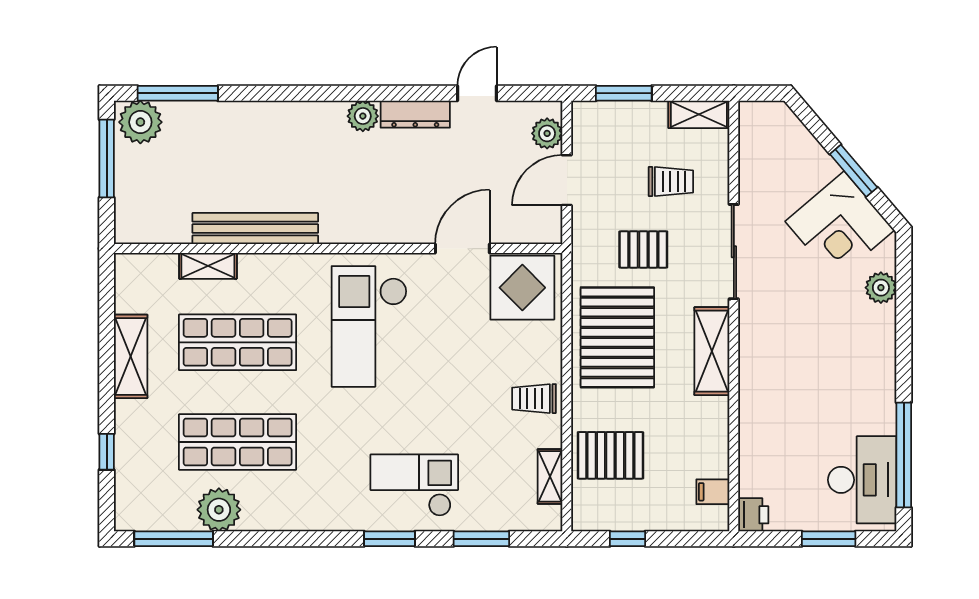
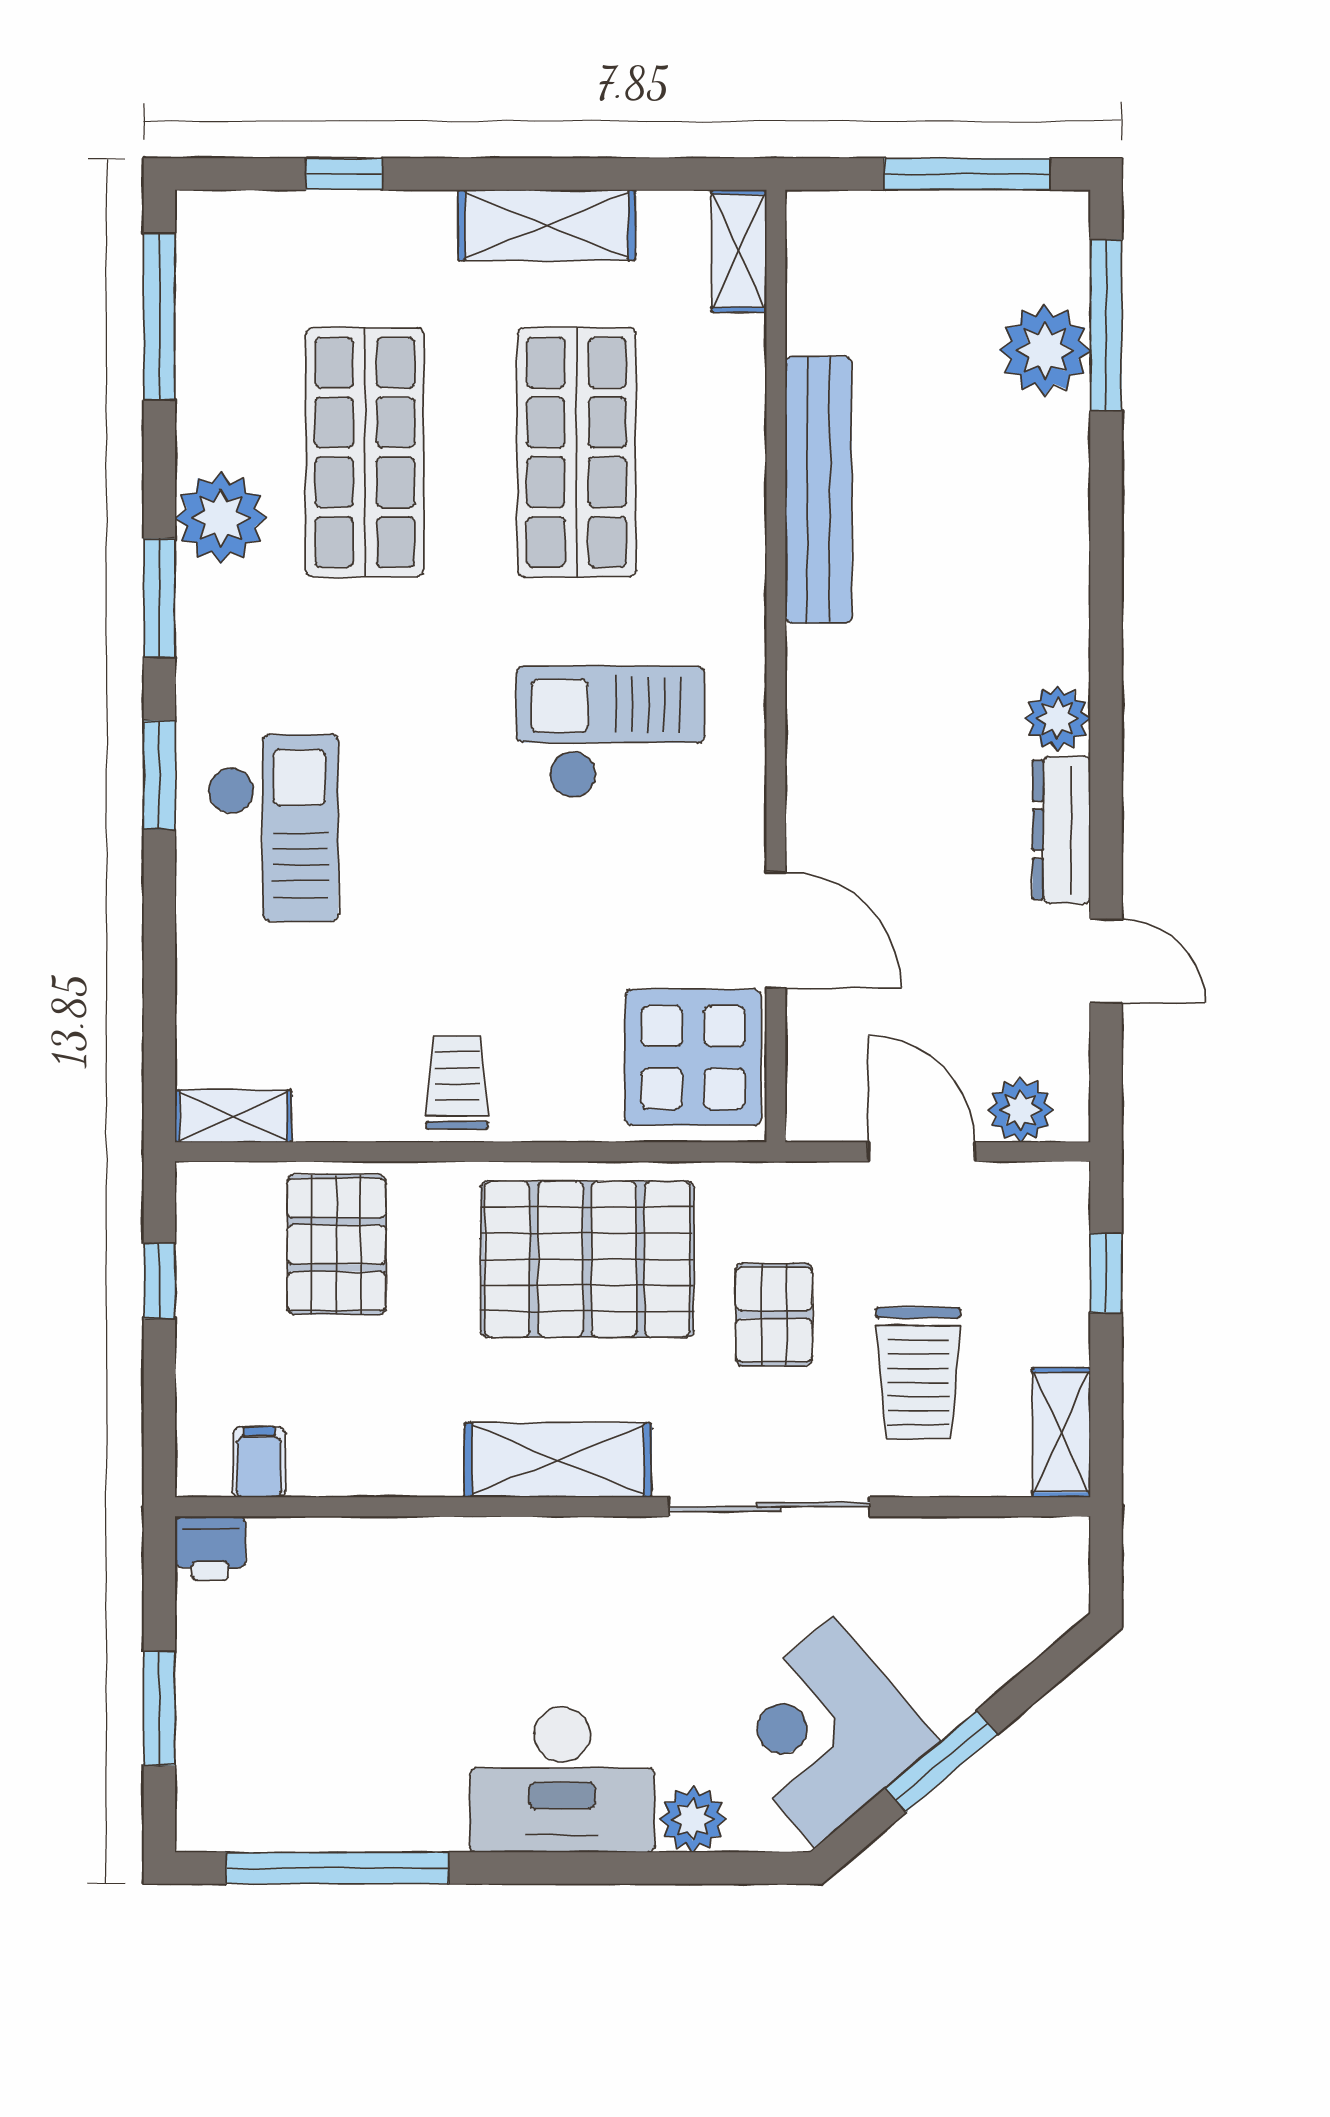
window: (624, 93) -> (1106, 1273), width x0.67
plant: (140, 122) -> (1045, 350), moved
trolley: (671, 182) -> (918, 1373), width x1.36, depth x1.39
shelving: (208, 266) -> (739, 251), moved
checkout: (369, 326) -> (610, 732), width x0.73, depth x0.83
shelving: (550, 476) -> (233, 1116), moved
desk: (862, 480) -> (562, 1780), moved
plant: (219, 510) -> (221, 518), moved
window: (481, 539) -> (159, 598), moved

